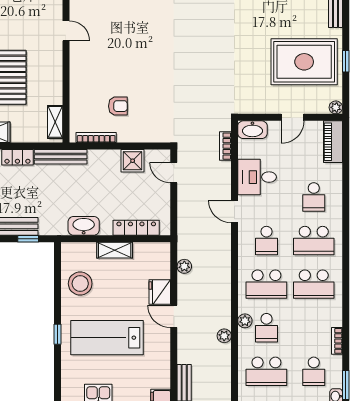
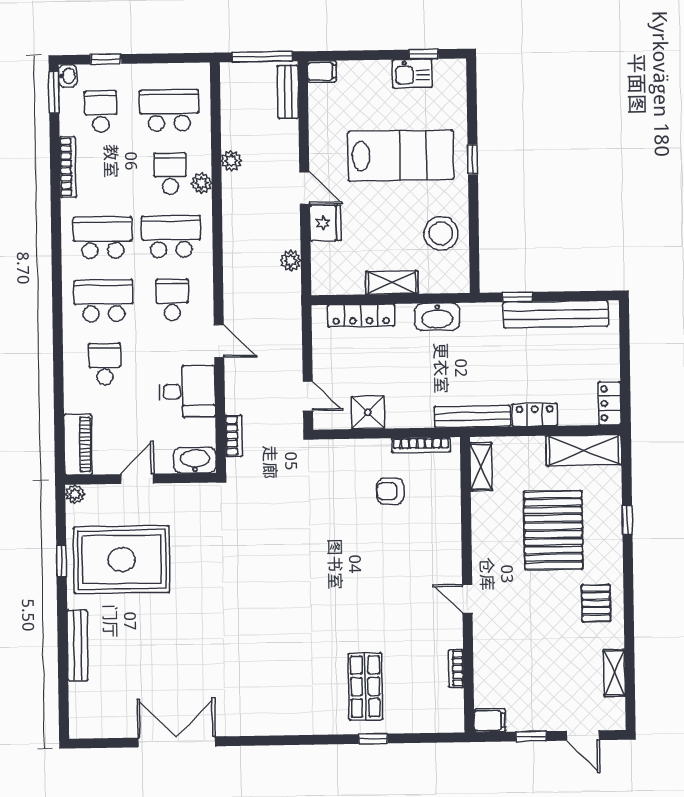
bookcase: (337, 341) -> (68, 167), width x1.56

